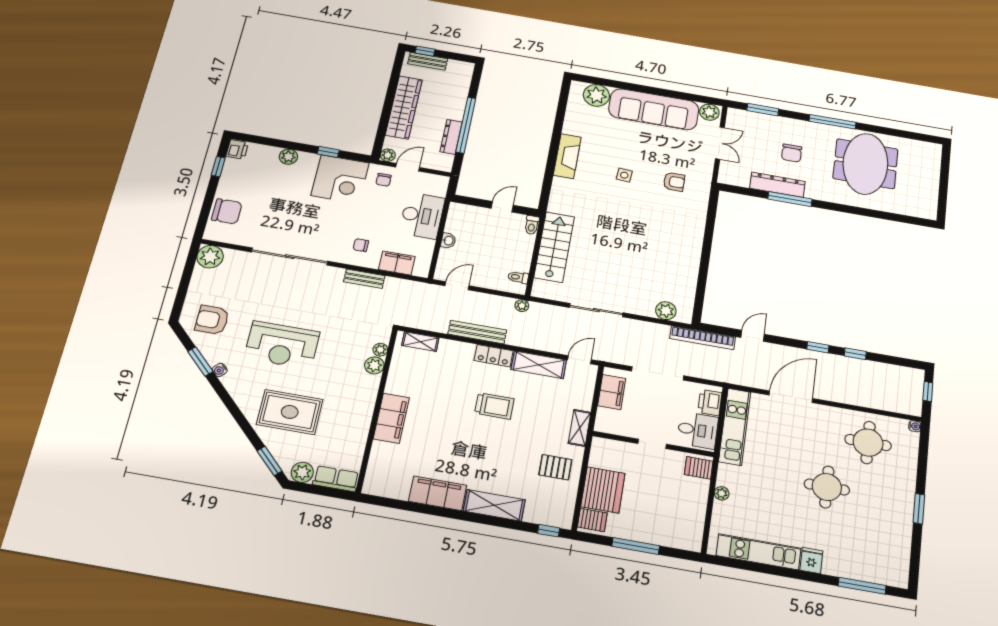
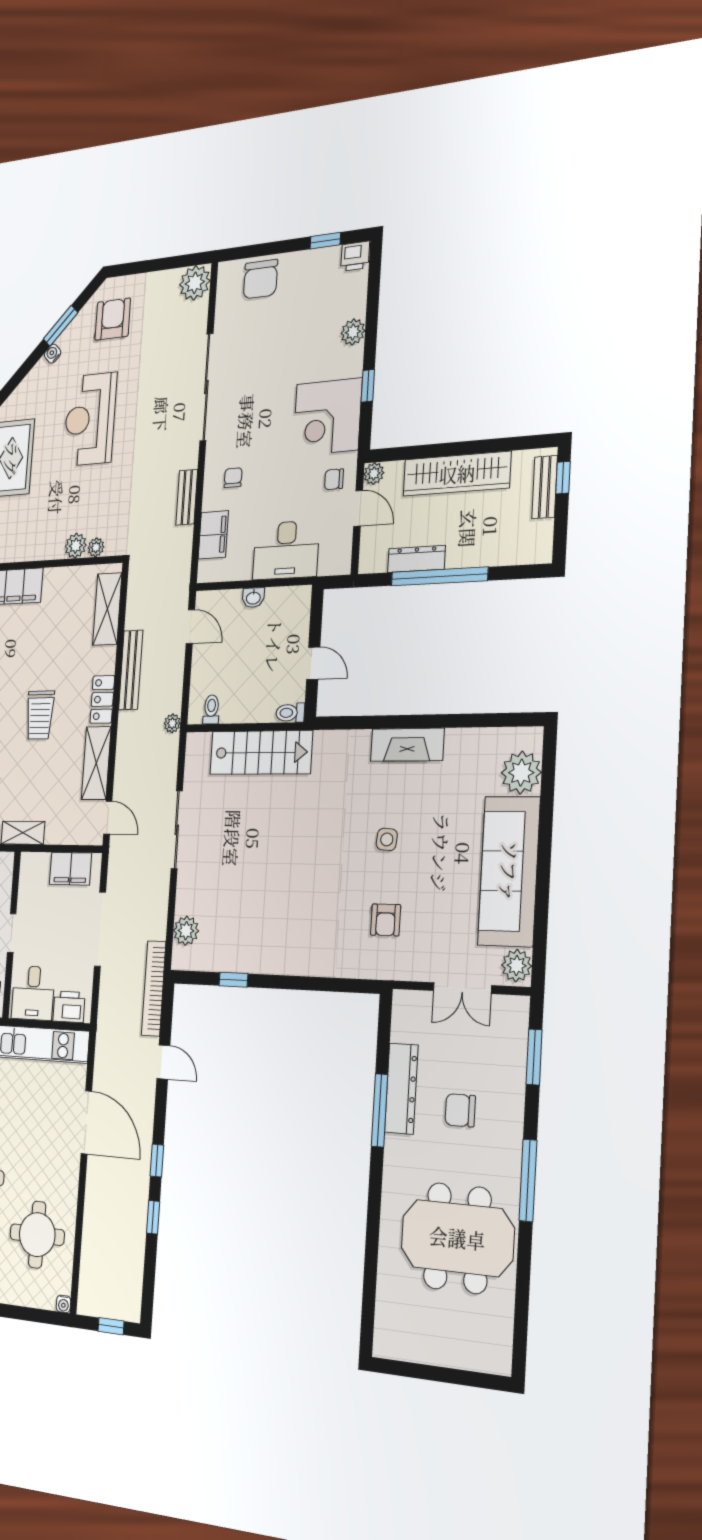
window: (702, 282) -> (233, 980), added
shelving: (420, 342) -> (107, 609), width x1.50, depth x1.33

